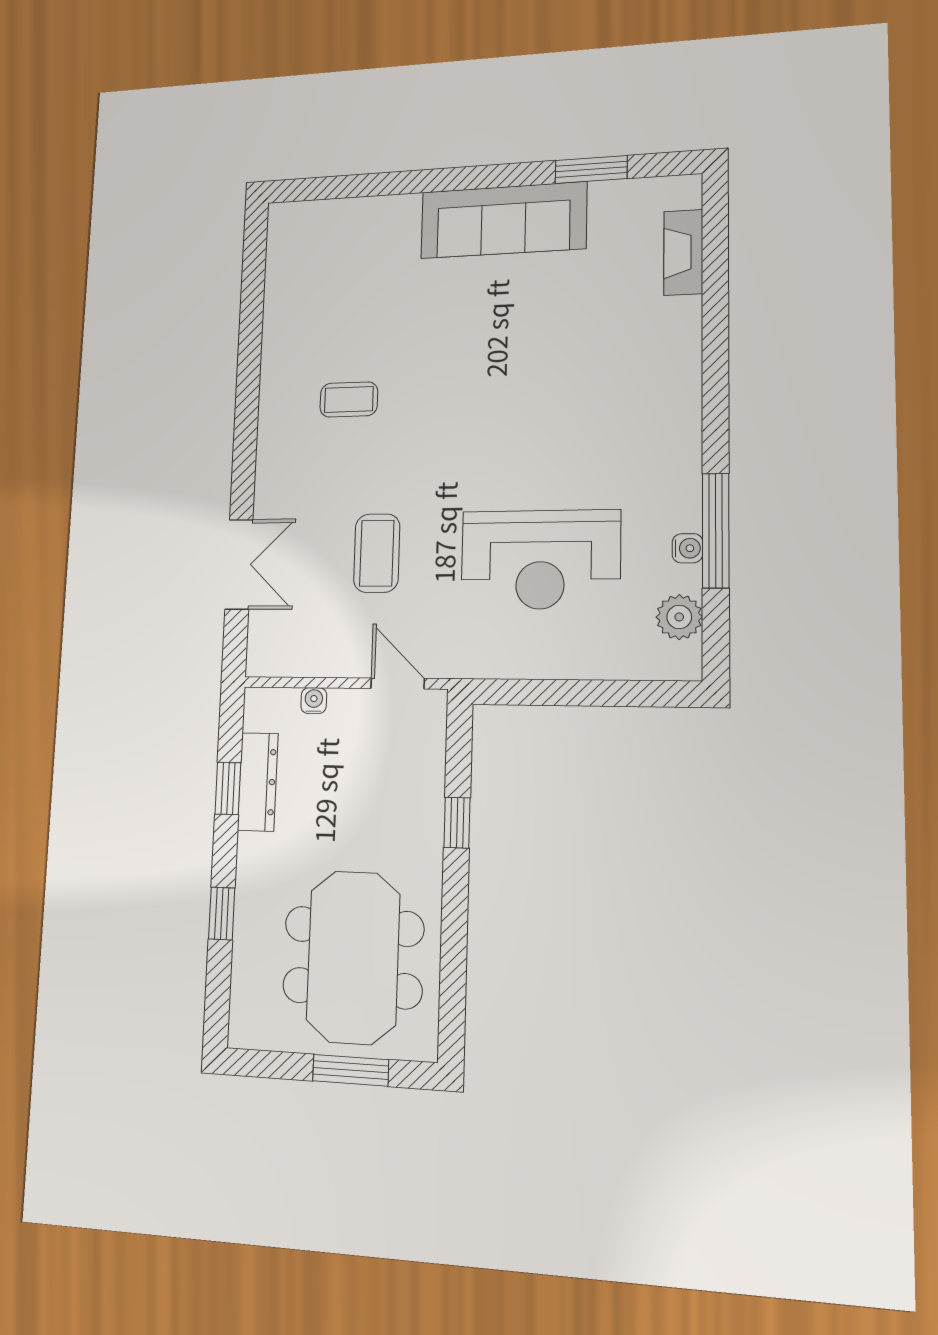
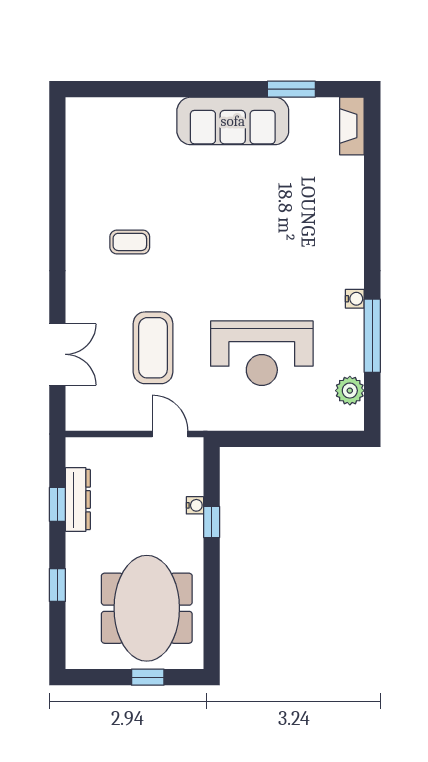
fireplace: (683, 252) -> (352, 126), moved
water cooler: (687, 548) -> (355, 299), moved
coffee table: (377, 553) -> (153, 348), width x1.36, depth x1.32
water cooler: (314, 701) -> (195, 505), moved, turned 90
window: (351, 1070) -> (148, 677), width x0.67

